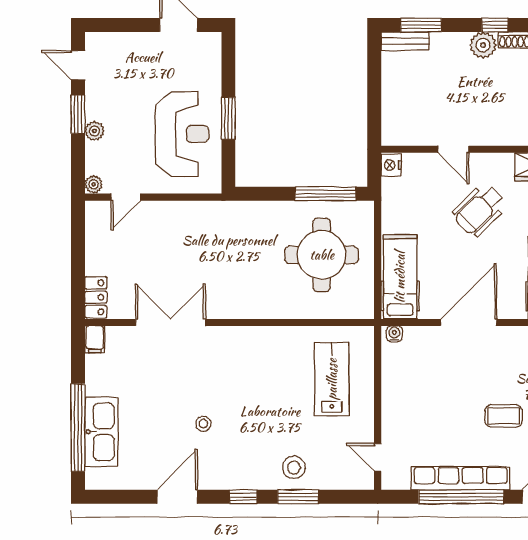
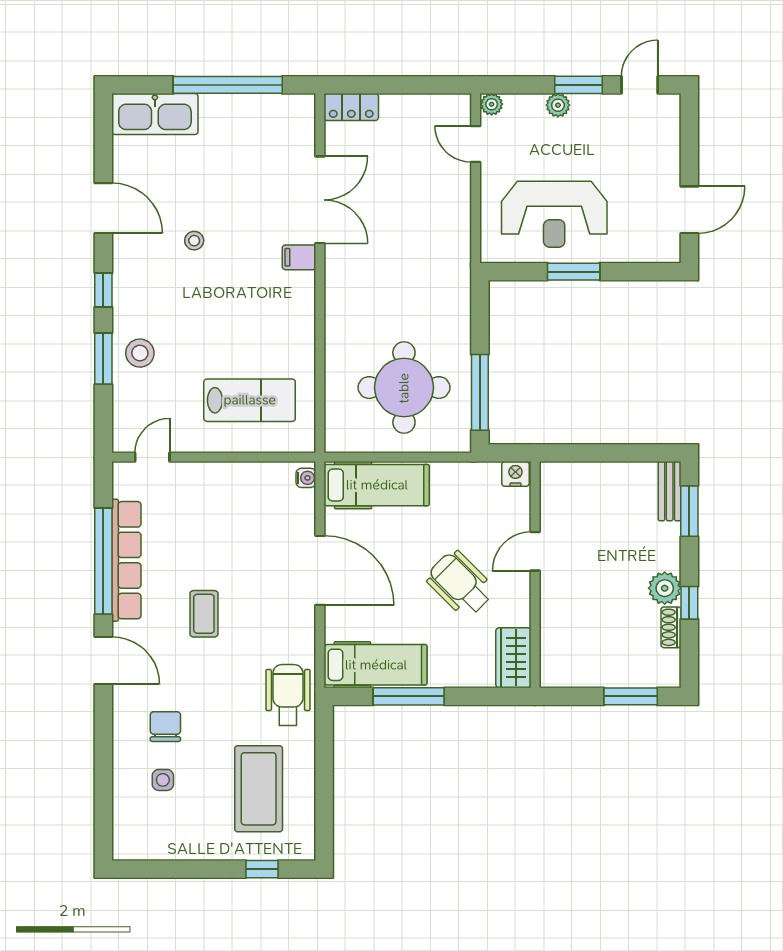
filing cabinet: (95, 339) -> (299, 257), moved
window: (78, 428) -> (228, 85), moved
kitchen sink: (101, 432) -> (155, 114), moved

